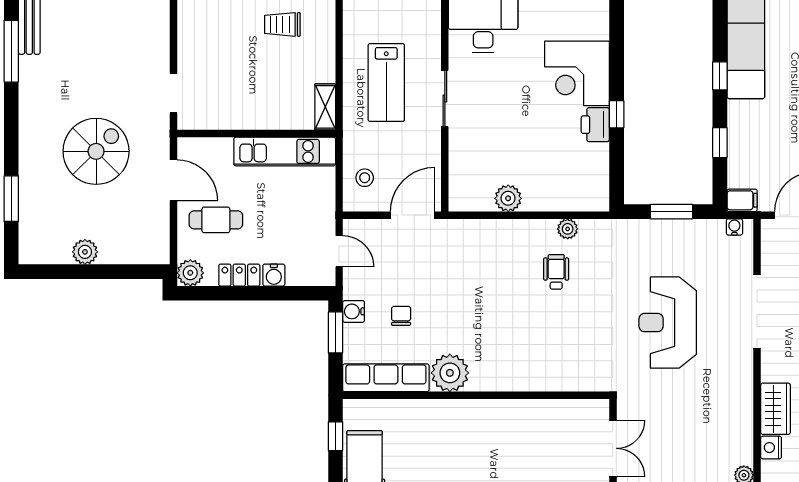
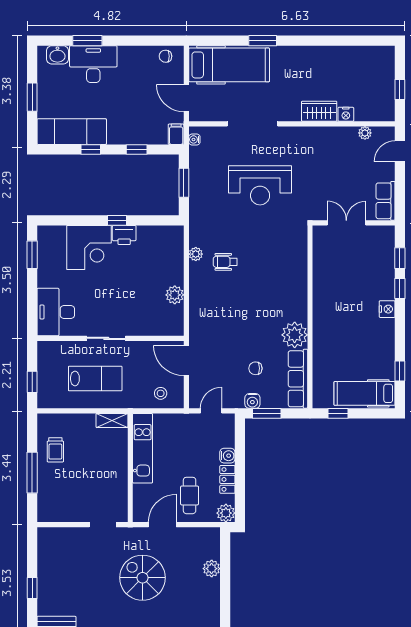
plant: (85, 252) -> (212, 569), moved

